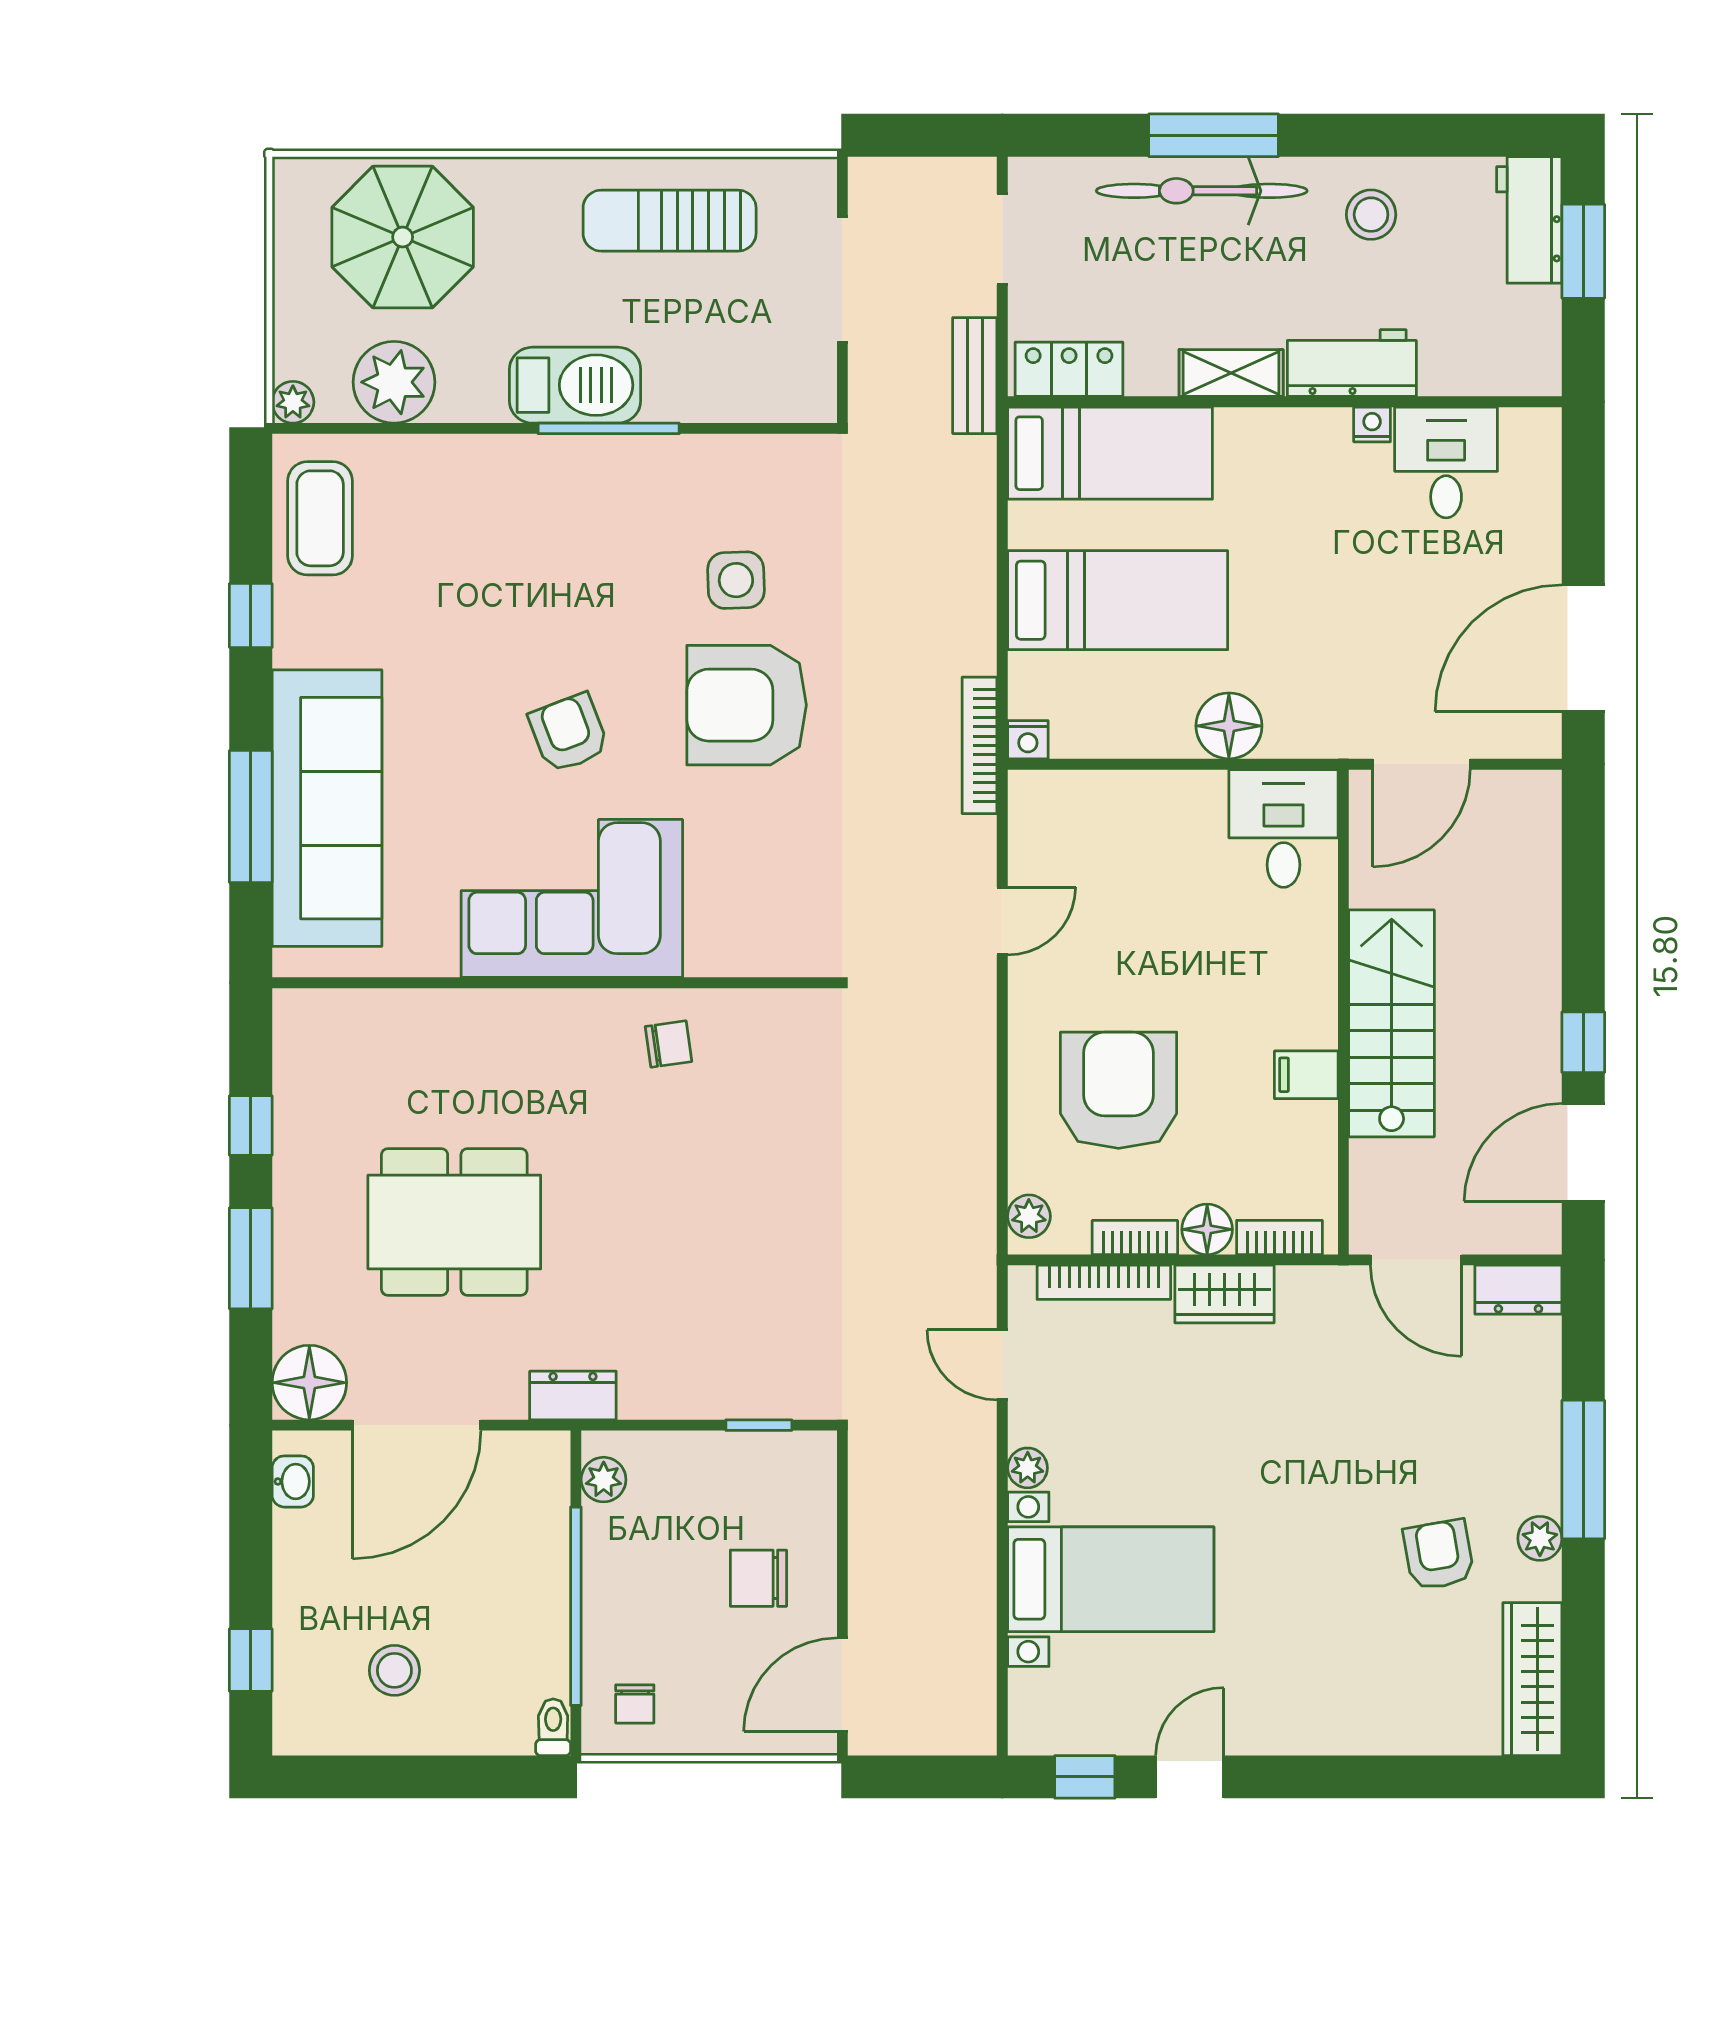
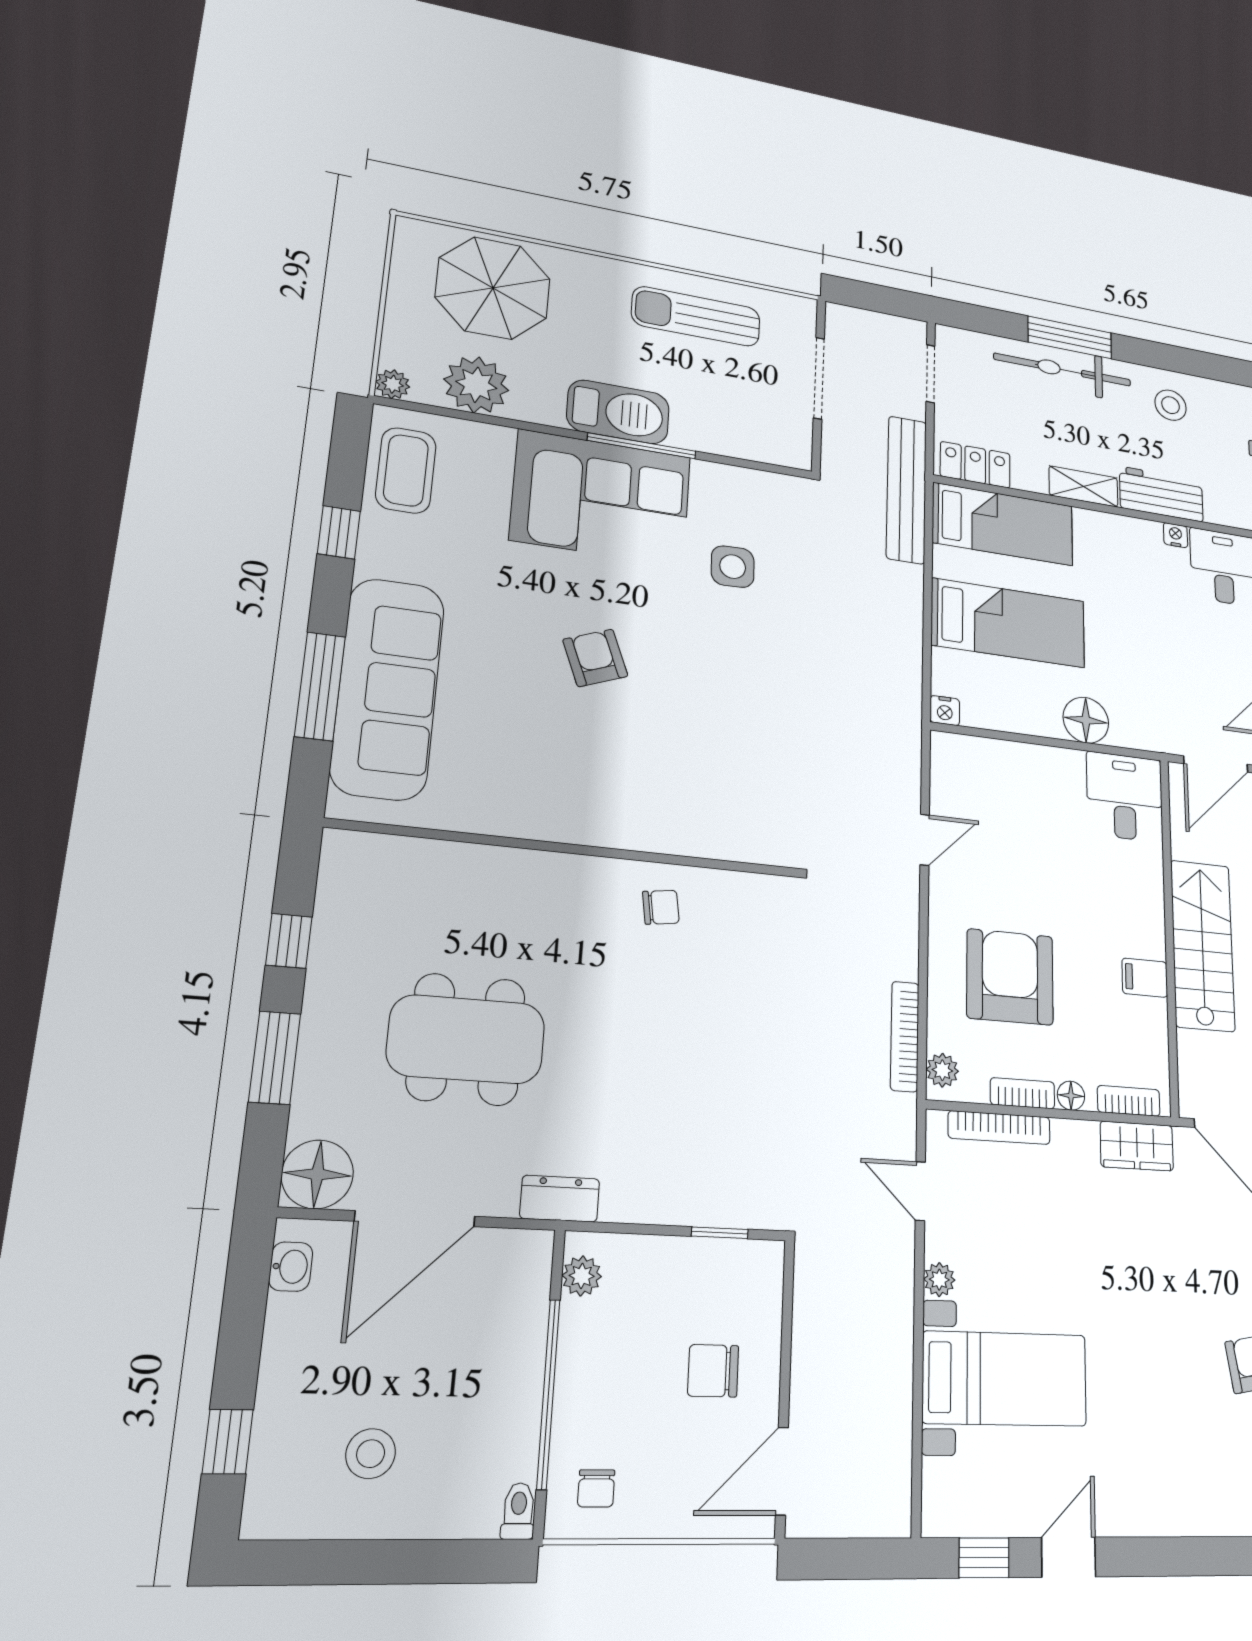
bench: (975, 376) -> (907, 490), width x1.86, depth x1.21
armchair: (747, 705) -> (736, 657), removed
bookcase: (980, 745) -> (905, 1036), moved
corner sofa: (572, 898) -> (601, 498), moved, turned 180
floor lamp: (1207, 1229) -> (1071, 1096), width x0.73, depth x0.73
wardrobe: (1225, 1294) -> (1137, 1146), moved

